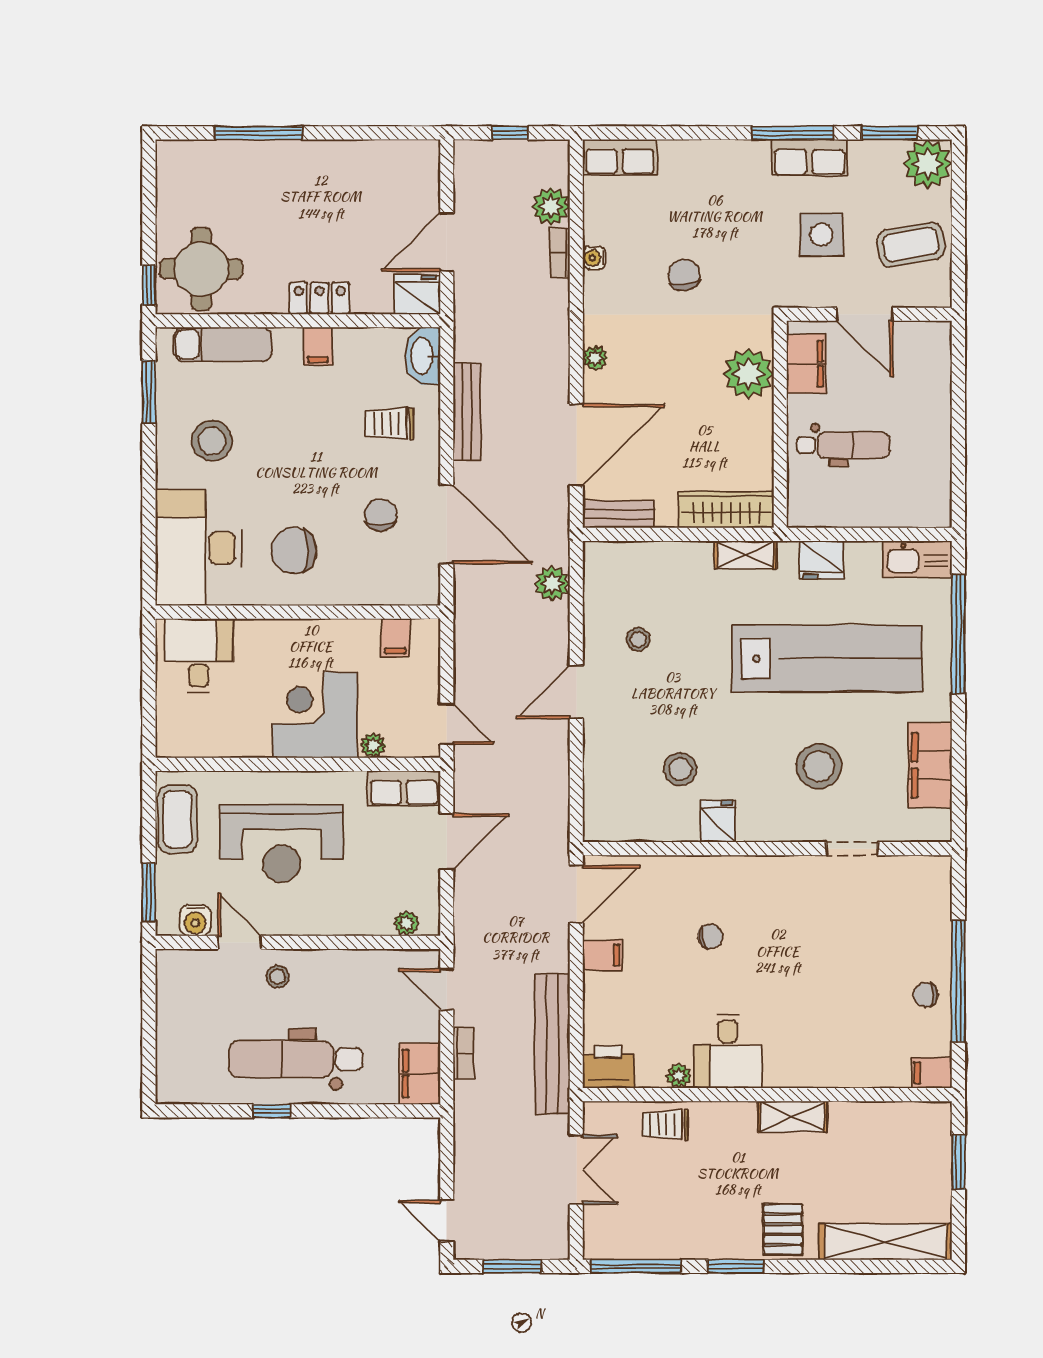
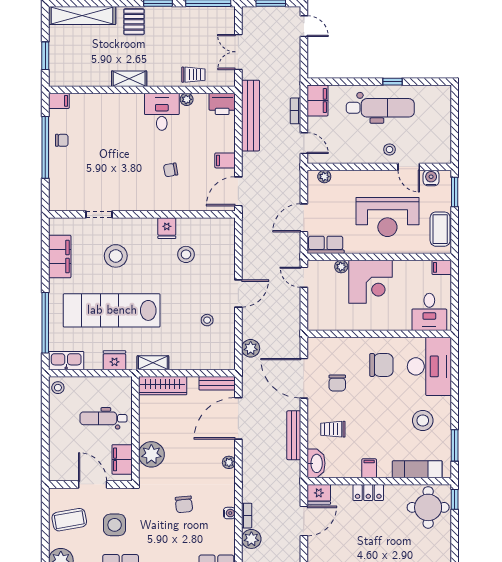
trolley: (390, 424) -> (333, 429), turned 180
stool: (933, 506) -> (58, 388), added
filing cabinet: (395, 638) -> (442, 267), moved, turned -90
reception desk: (282, 843) -> (387, 217), turned 180

